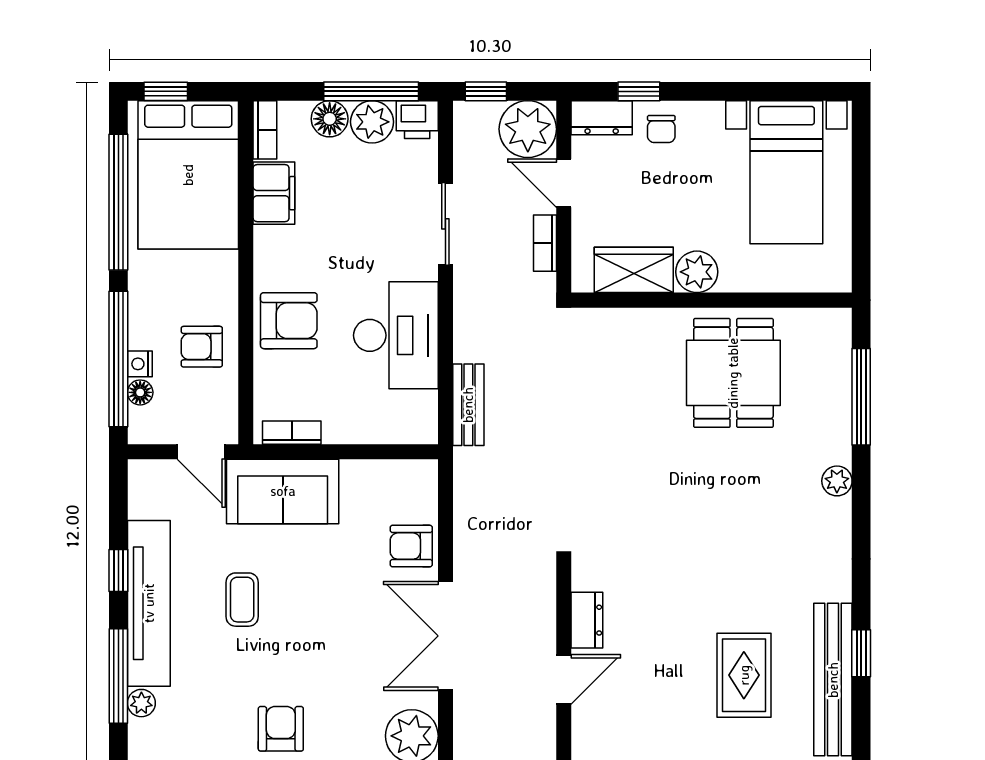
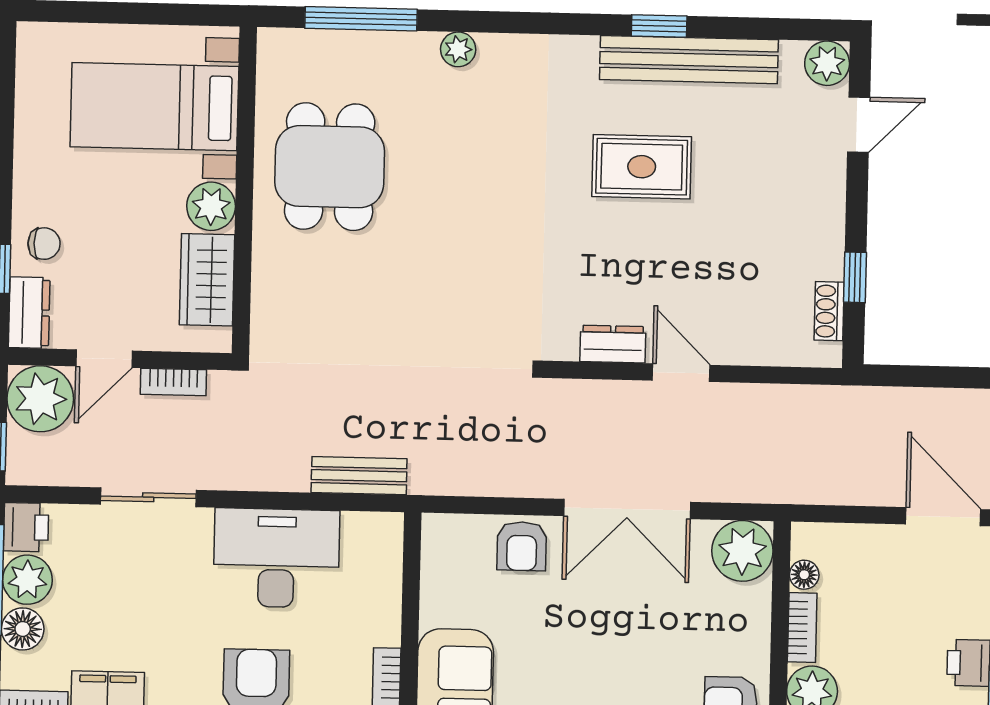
bed with nightstands: (786, 172) -> (154, 107), moved, turned 180
dining table: (733, 373) -> (330, 167), turned 90
rug: (744, 675) -> (642, 167), moved

